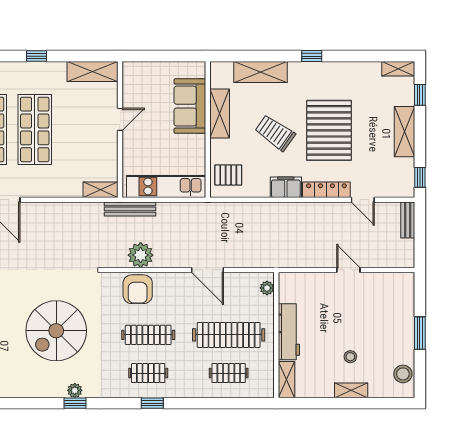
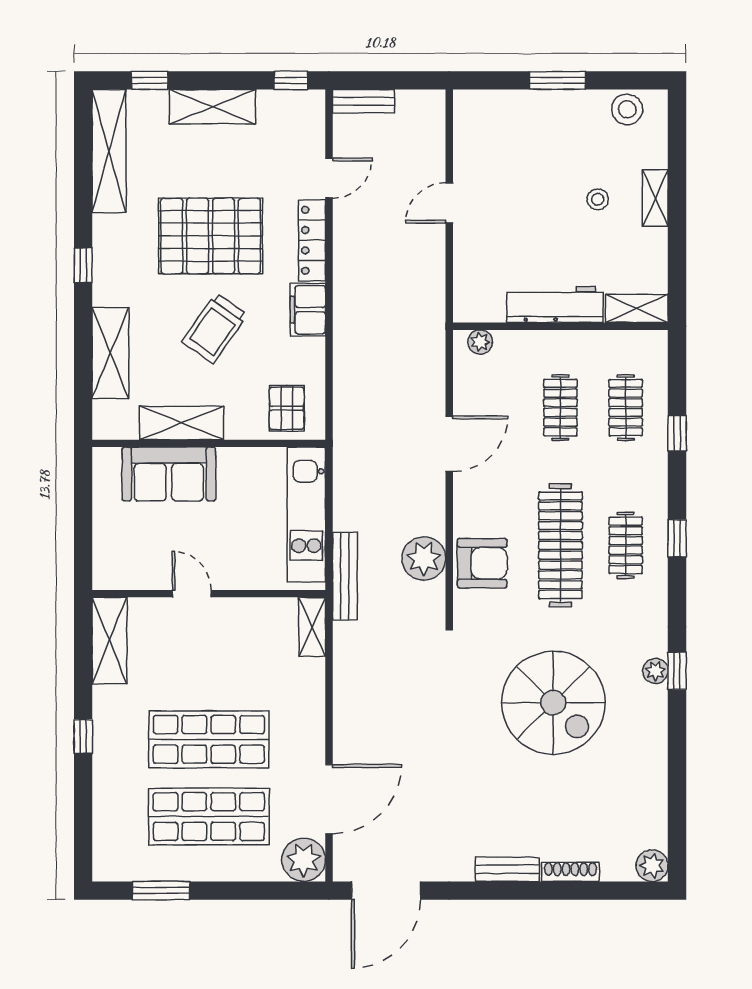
shelving: (398, 69) -> (109, 151), width x2.20, depth x1.33
clothes rail: (148, 335) -> (560, 545), width x1.37, depth x1.31
clothes rail: (229, 335) -> (560, 408), width x0.54, depth x0.76
window: (214, 403) -> (677, 433), added

